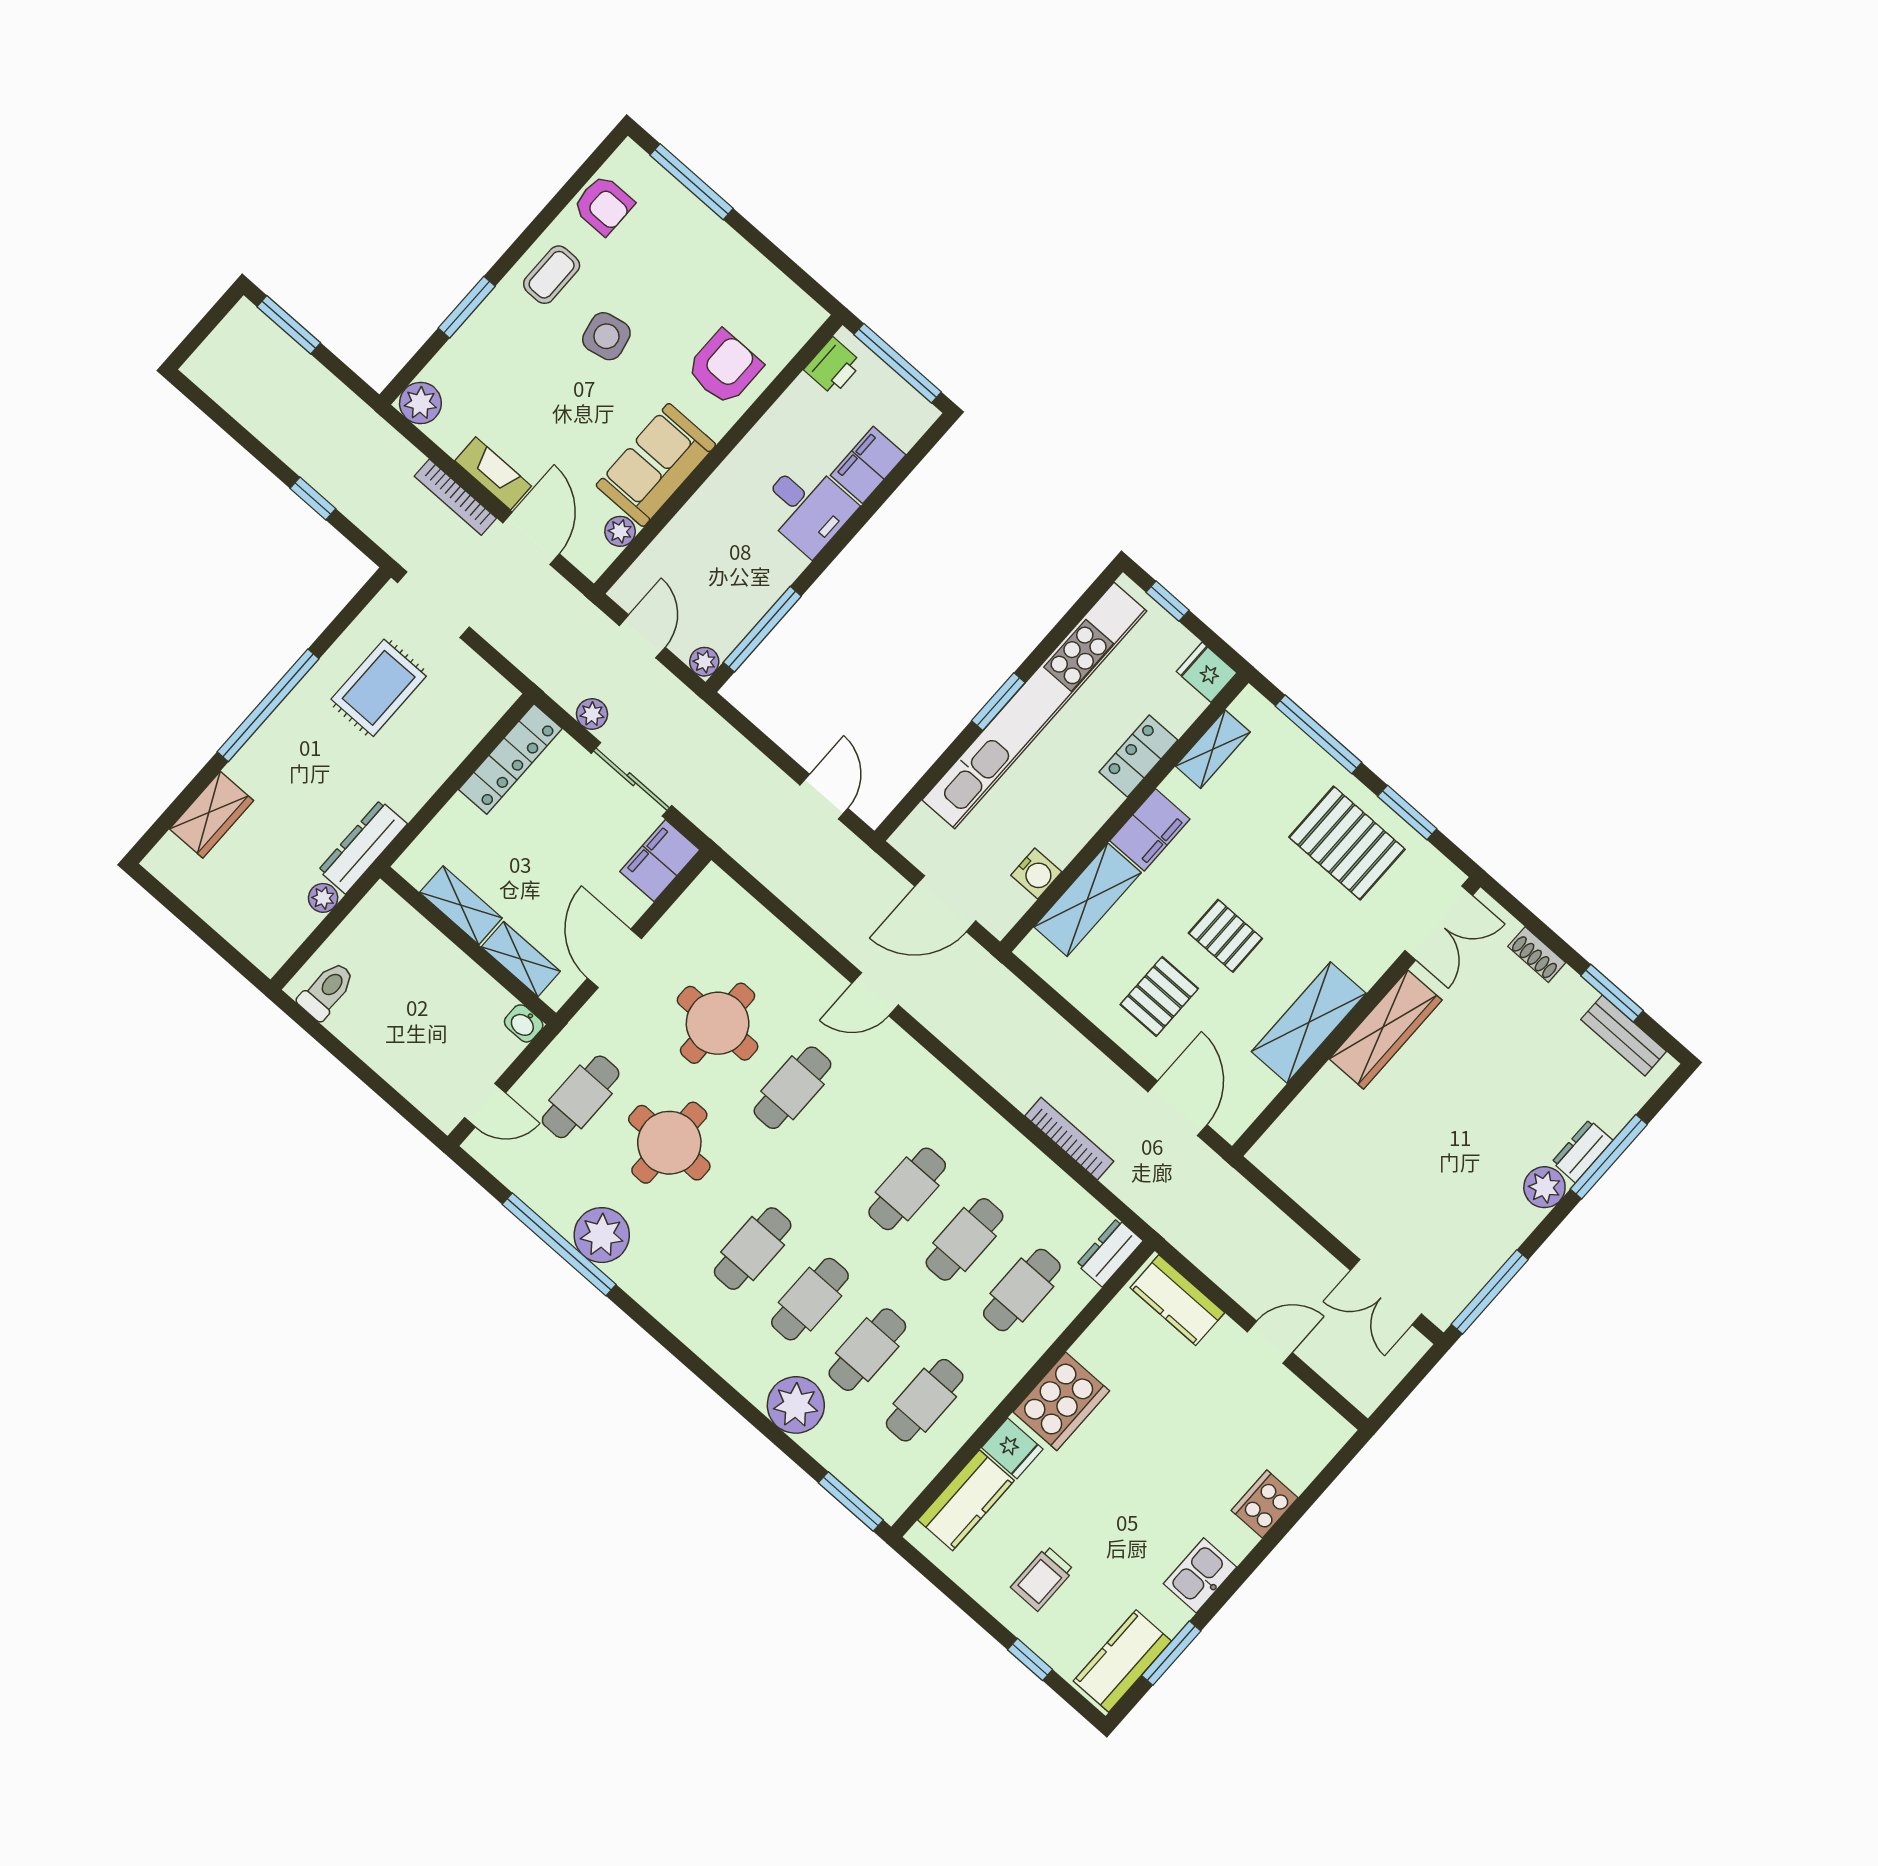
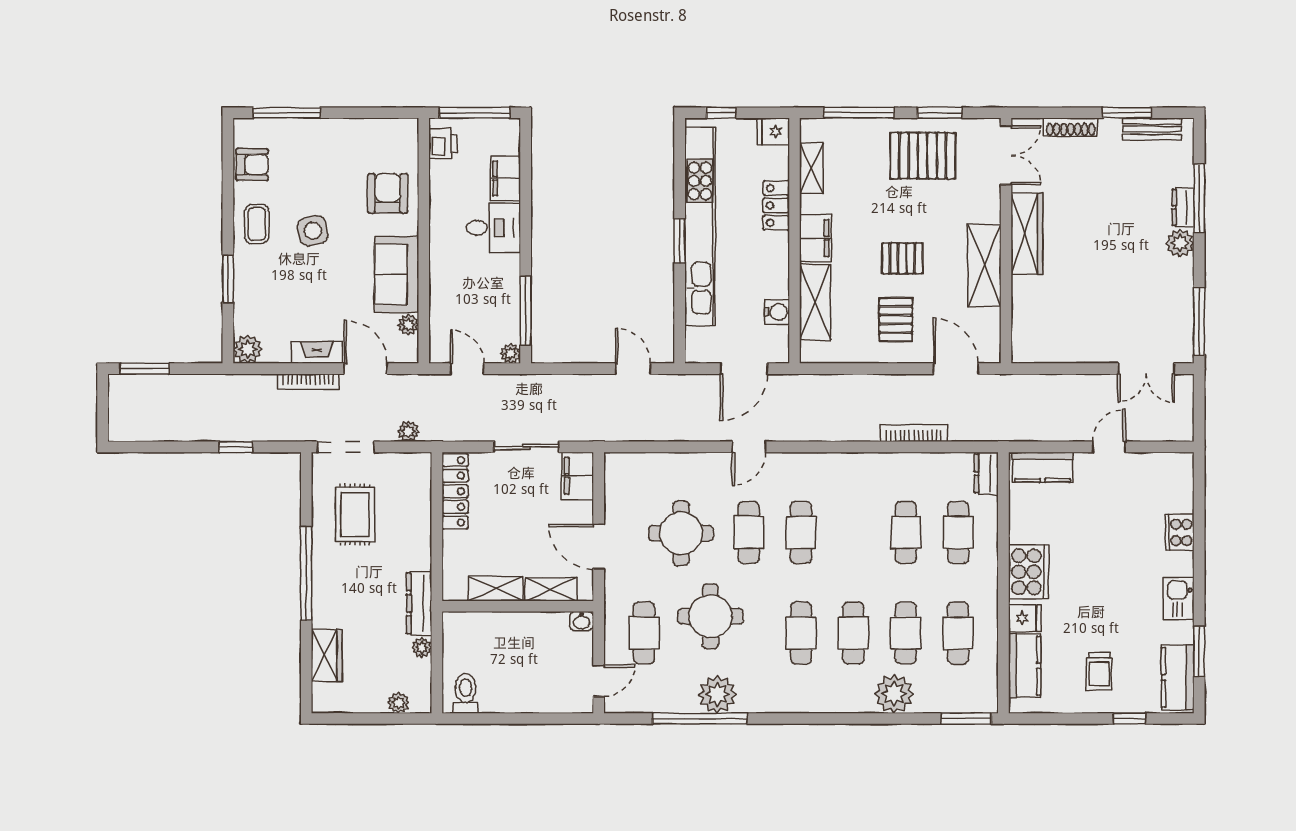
plant: (592, 714) -> (408, 431), moved
plant: (244, 936) -> (399, 703), added
shoe rack: (1537, 955) -> (1071, 127), width x1.43
cafe table: (907, 1189) -> (801, 532), moved

